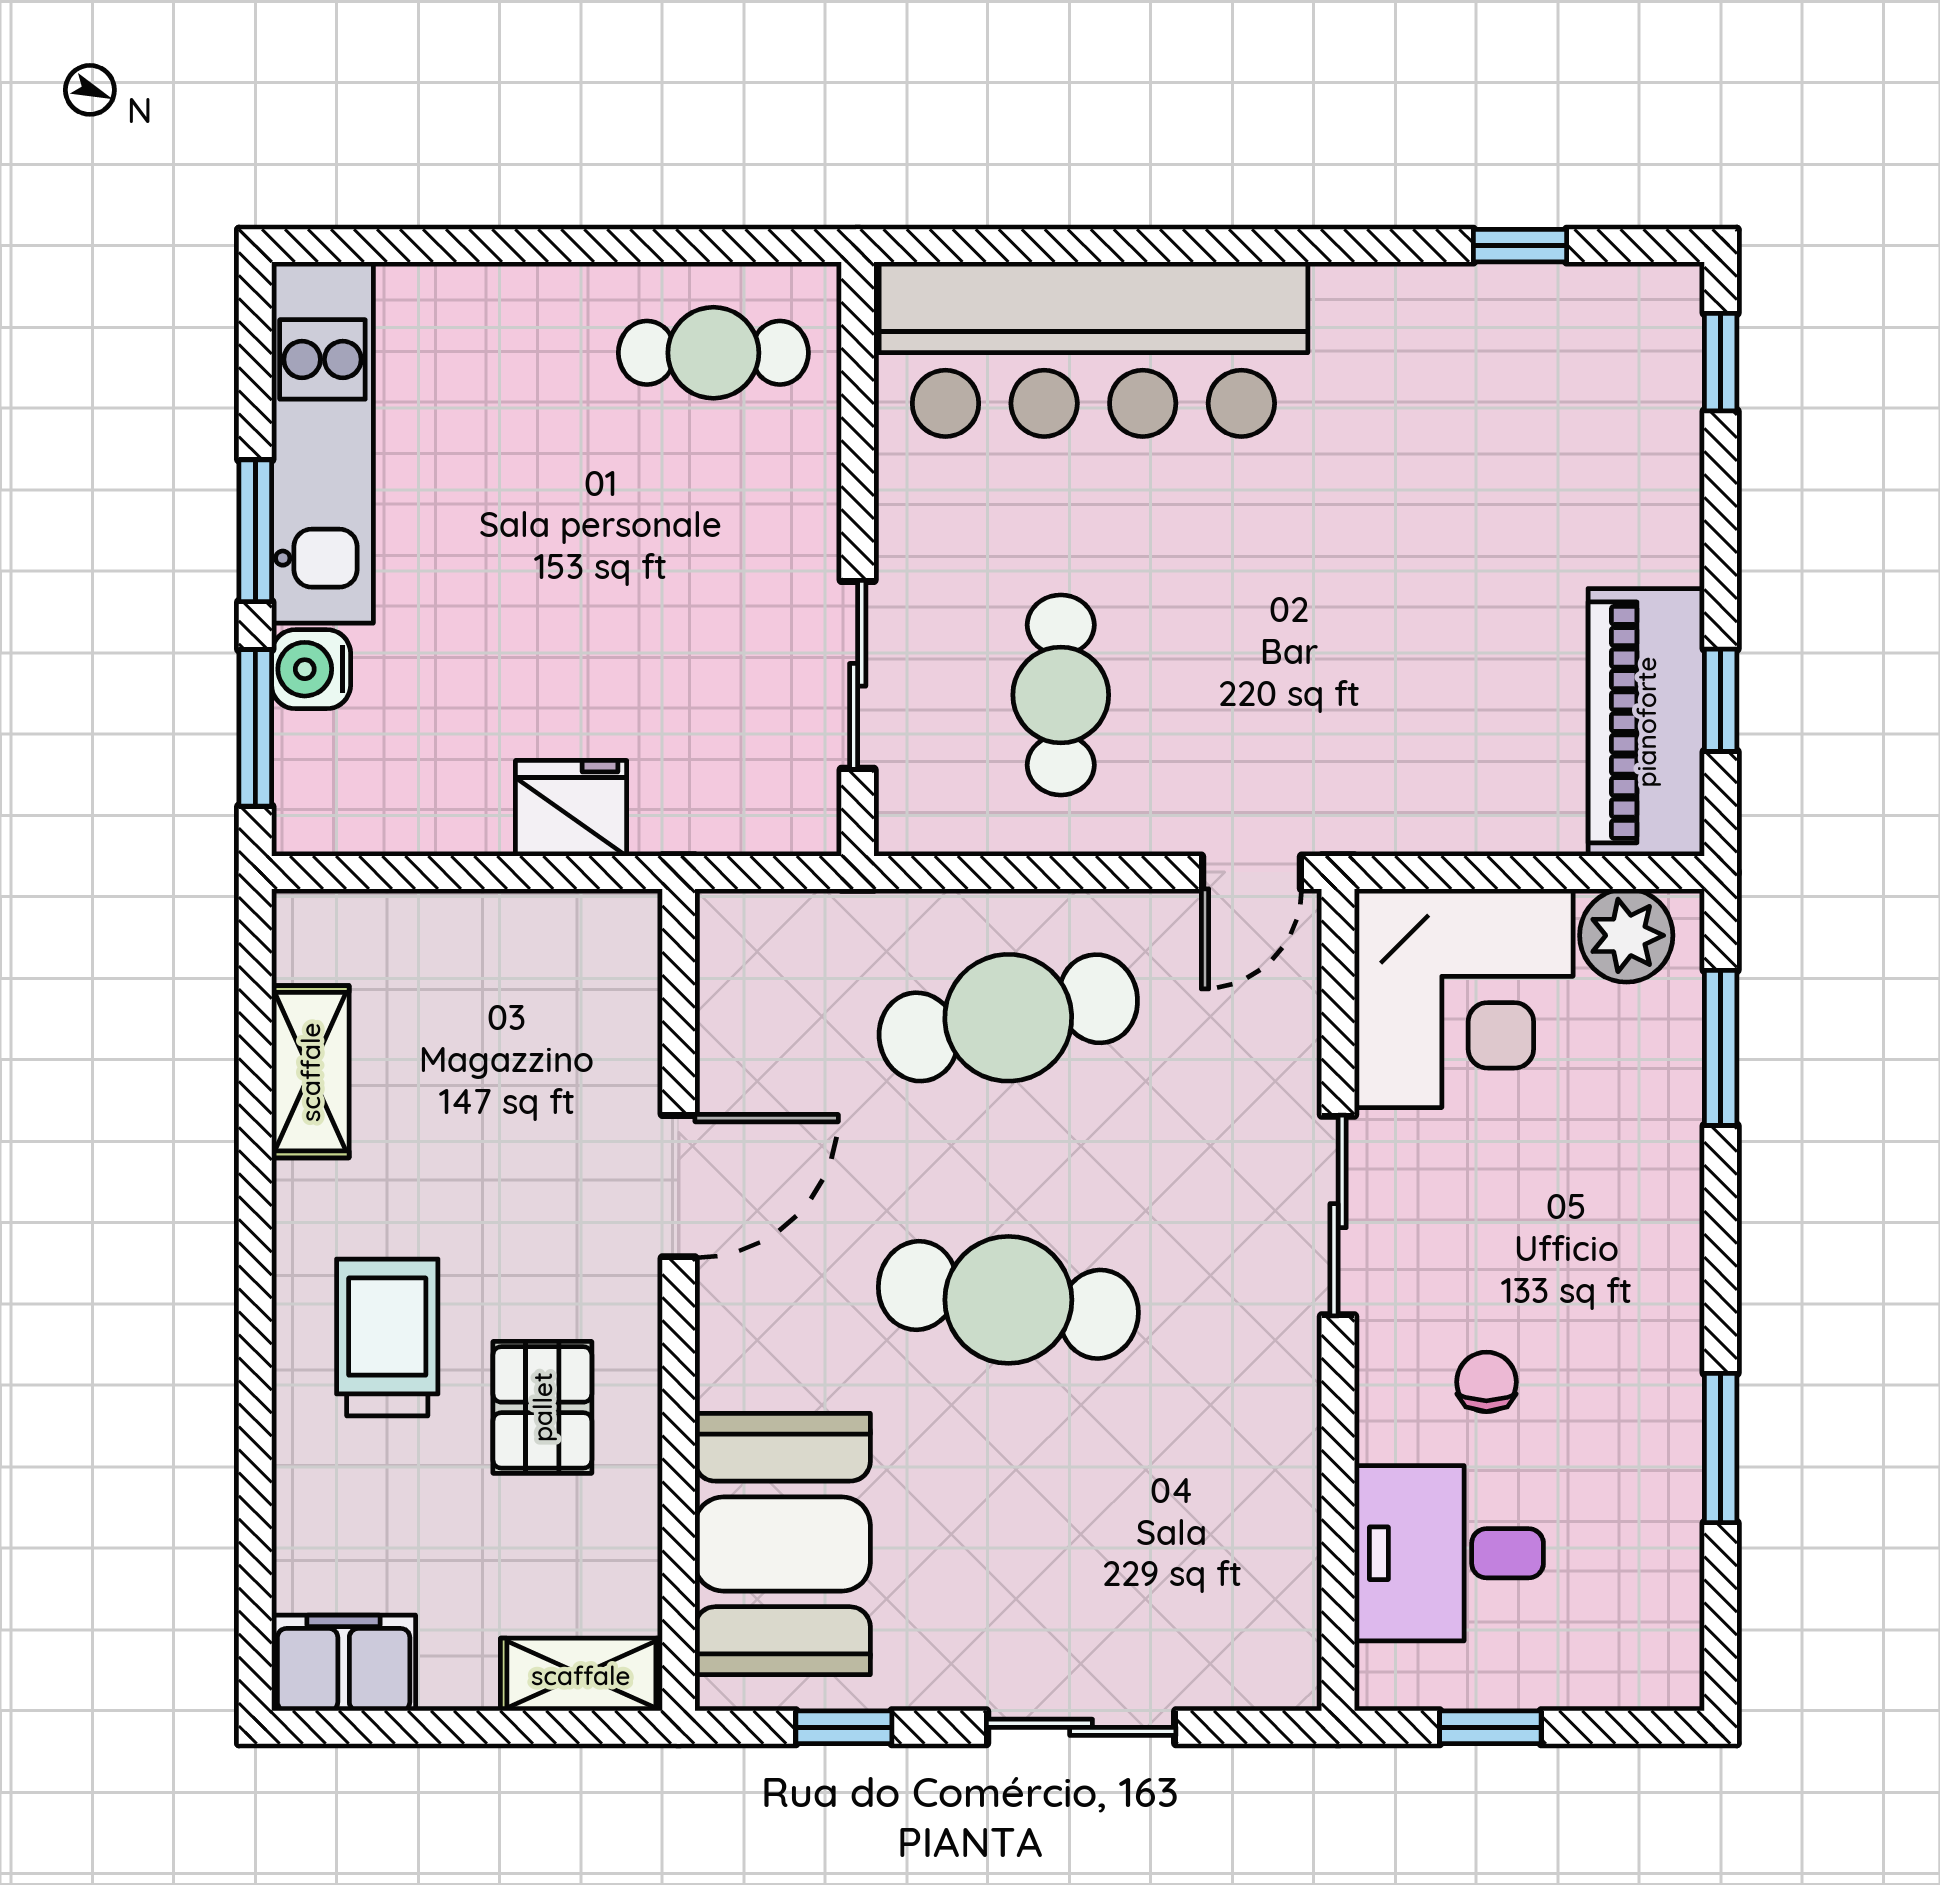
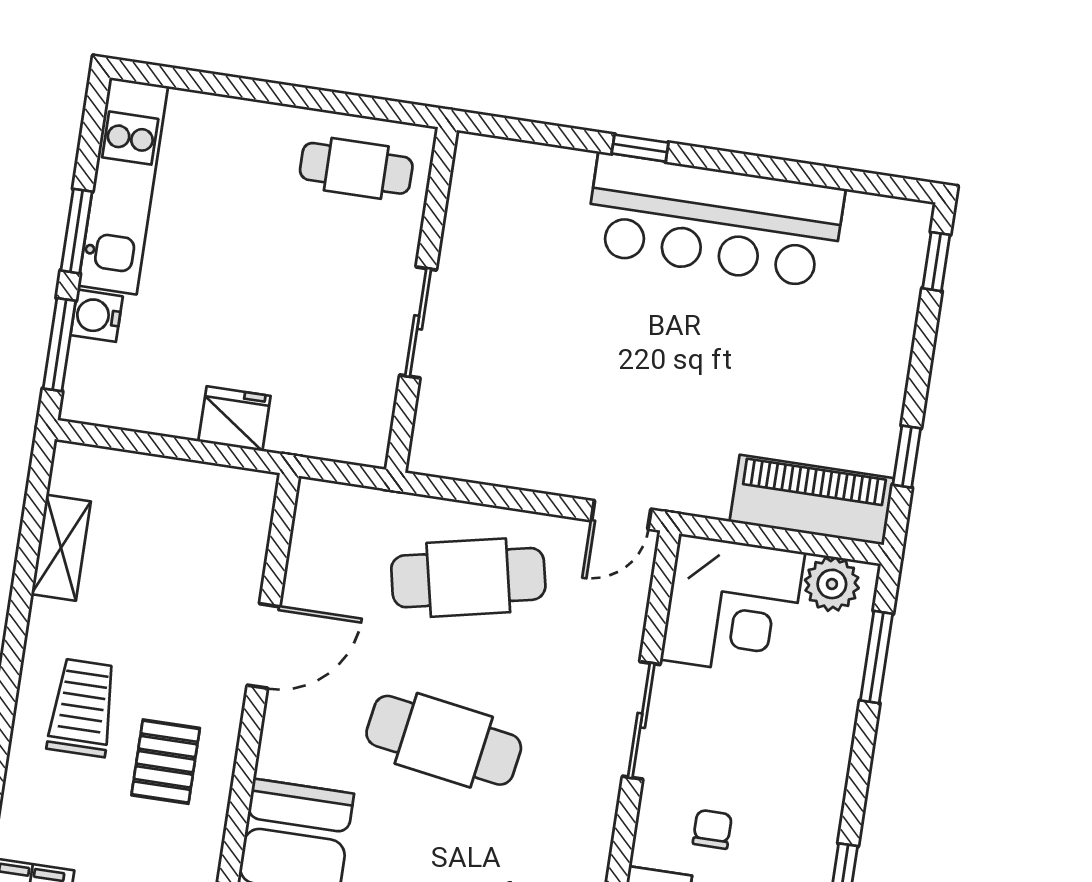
window: (1520, 246) -> (640, 148), moved
bar counter: (1093, 349) -> (715, 220), moved
sliding door: (858, 675) -> (418, 322), moved
cafe table: (1061, 695) -> (527, 396), removed
piano: (1646, 722) -> (812, 500), moved, turned 90

